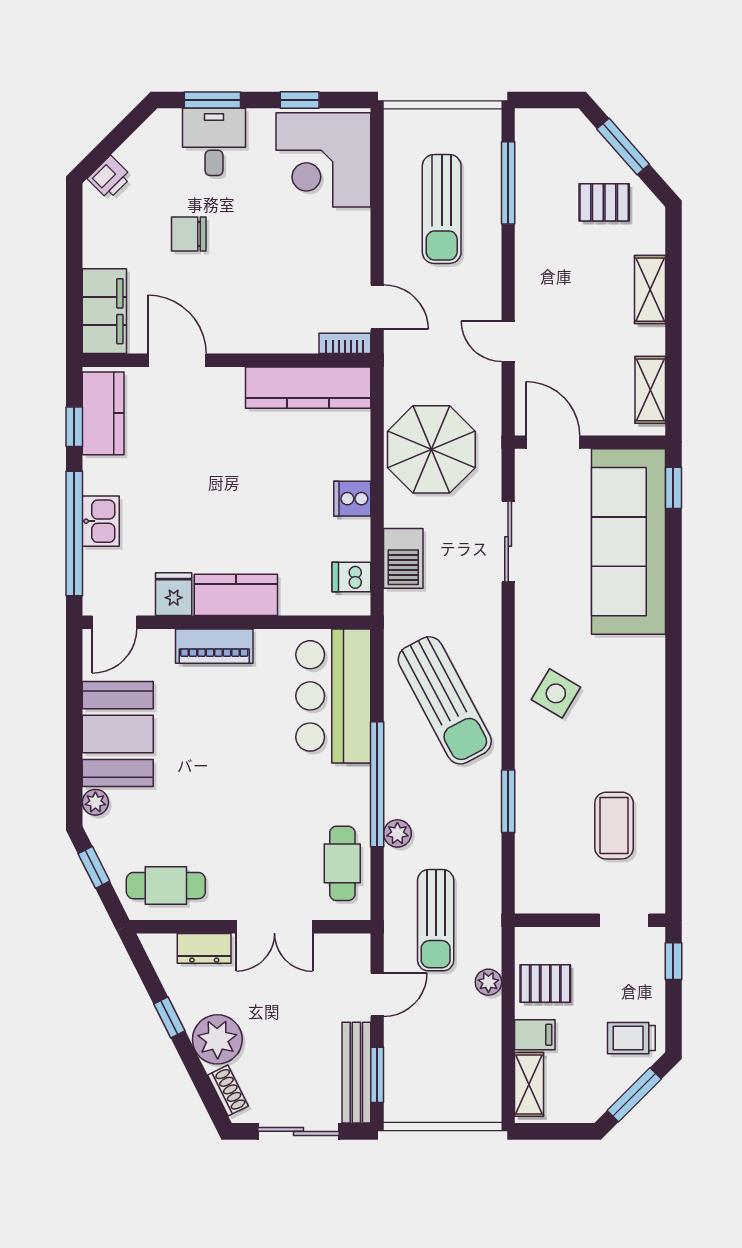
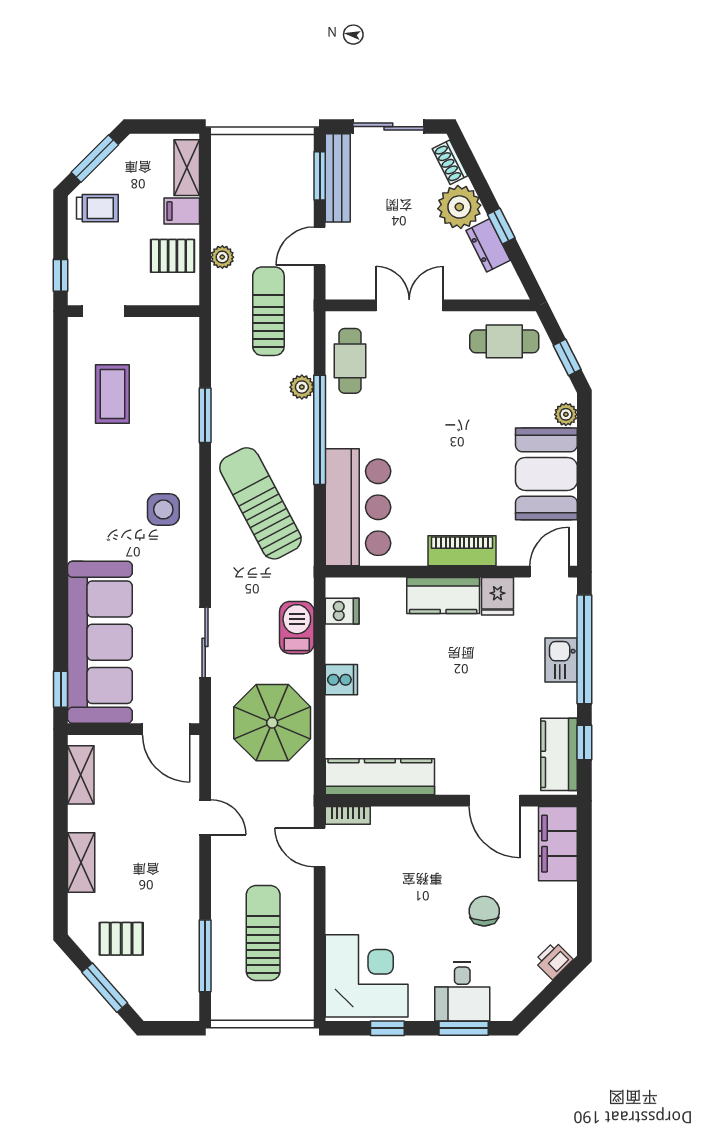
chair: (189, 234) -> (484, 911), turned -90
side table: (556, 693) -> (163, 509), turned -31
dresser: (204, 948) -> (488, 245), moved, turned -117

